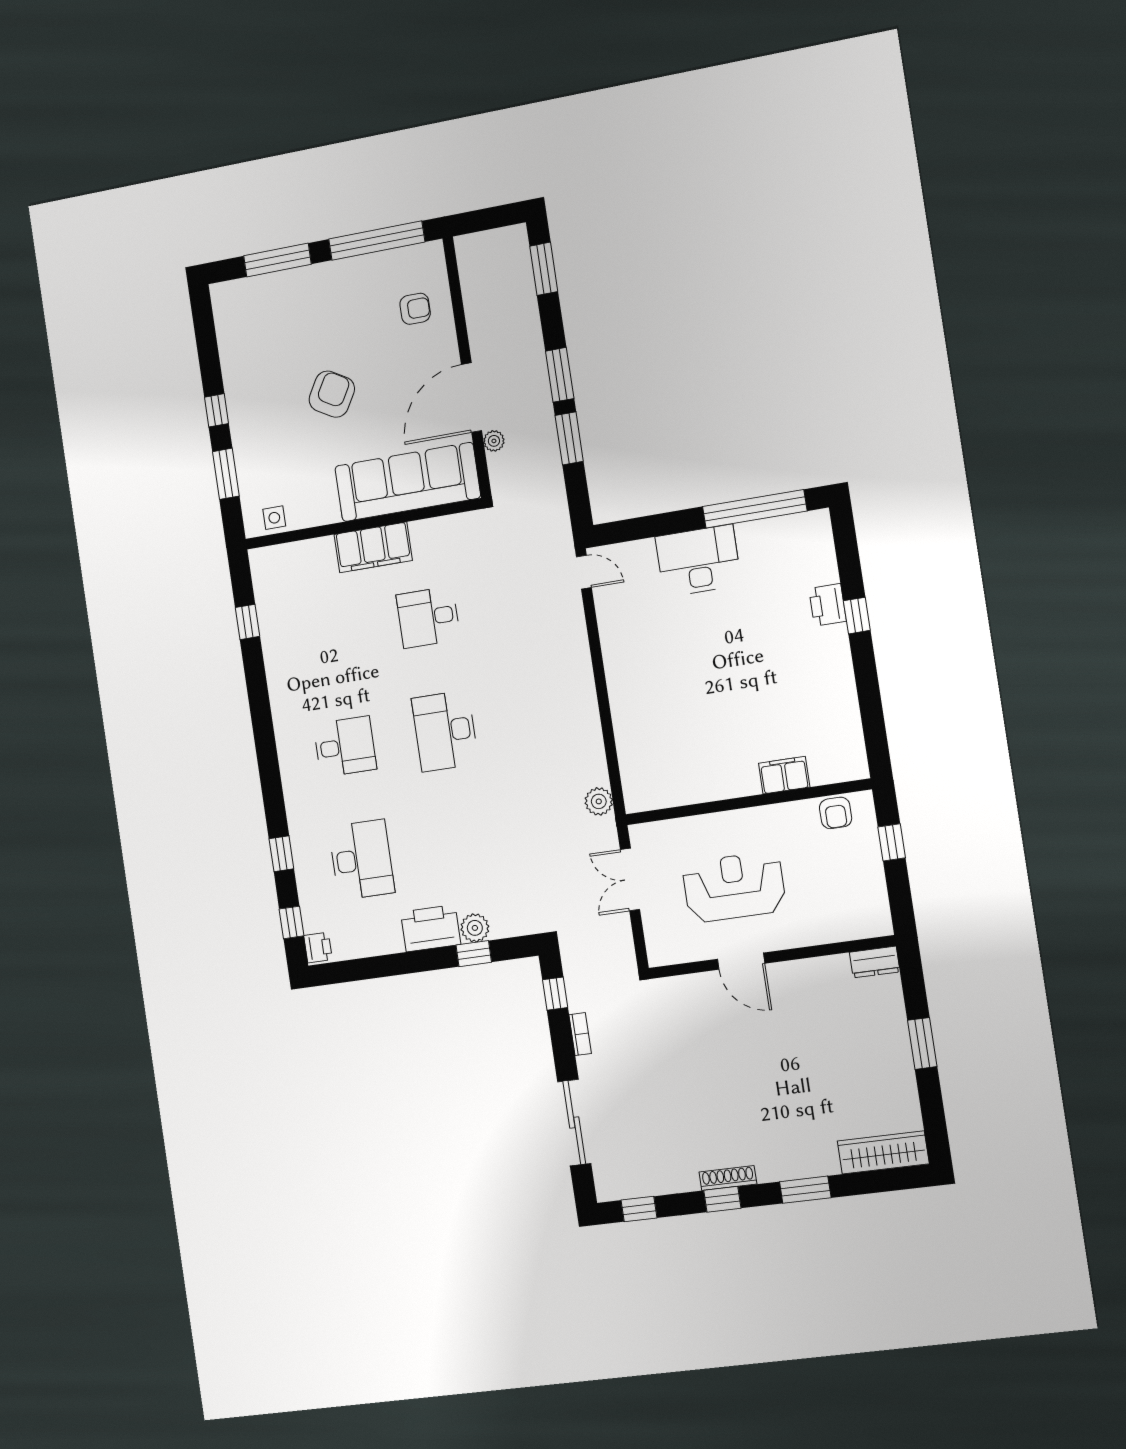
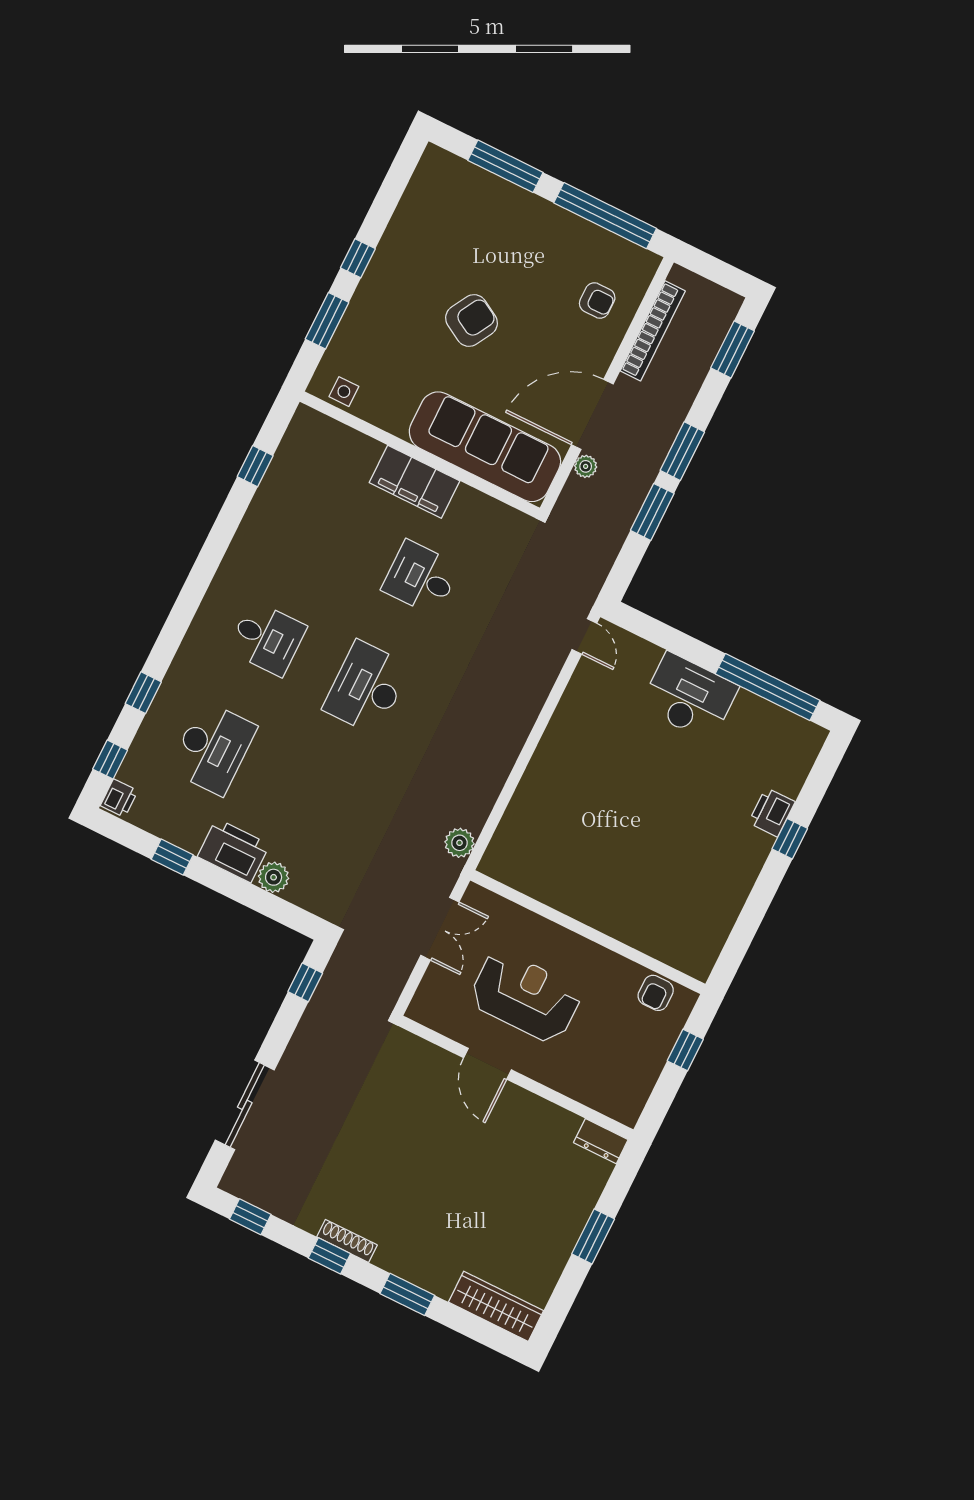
filing cabinet: (784, 775) -> (635, 931), removed
double door: (630, 879) -> (440, 929), swing flipped
window: (474, 954) -> (172, 857), moved
bookcase: (580, 1034) -> (653, 331), moved, width x2.31, depth x1.31

